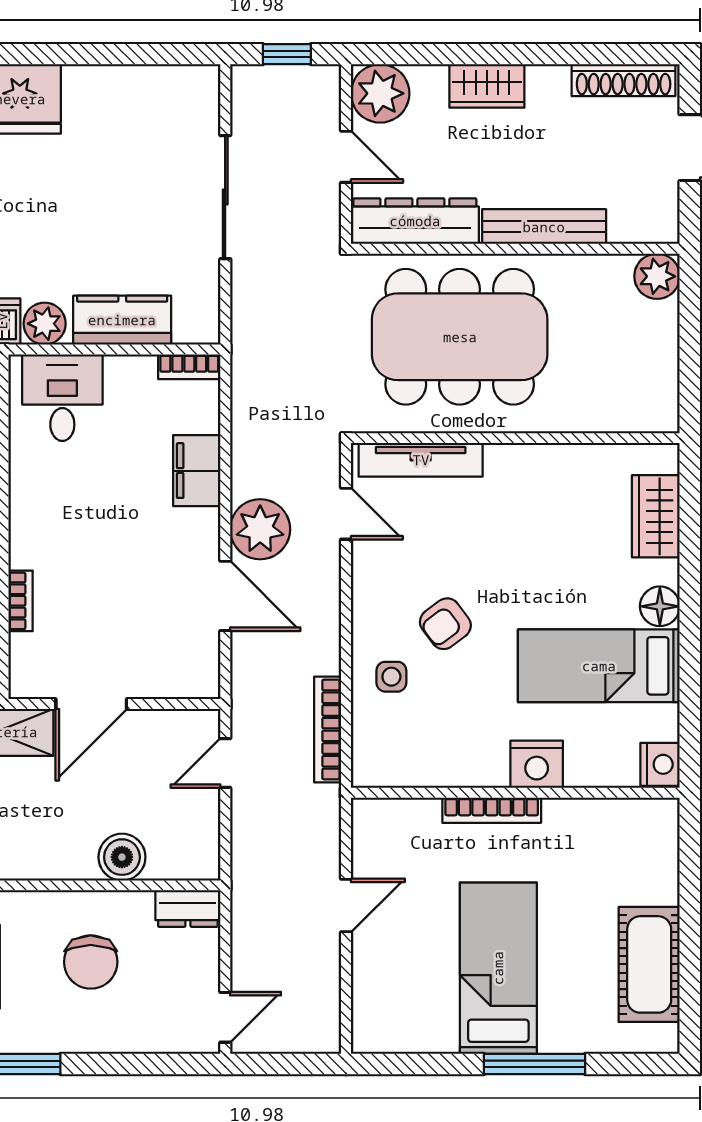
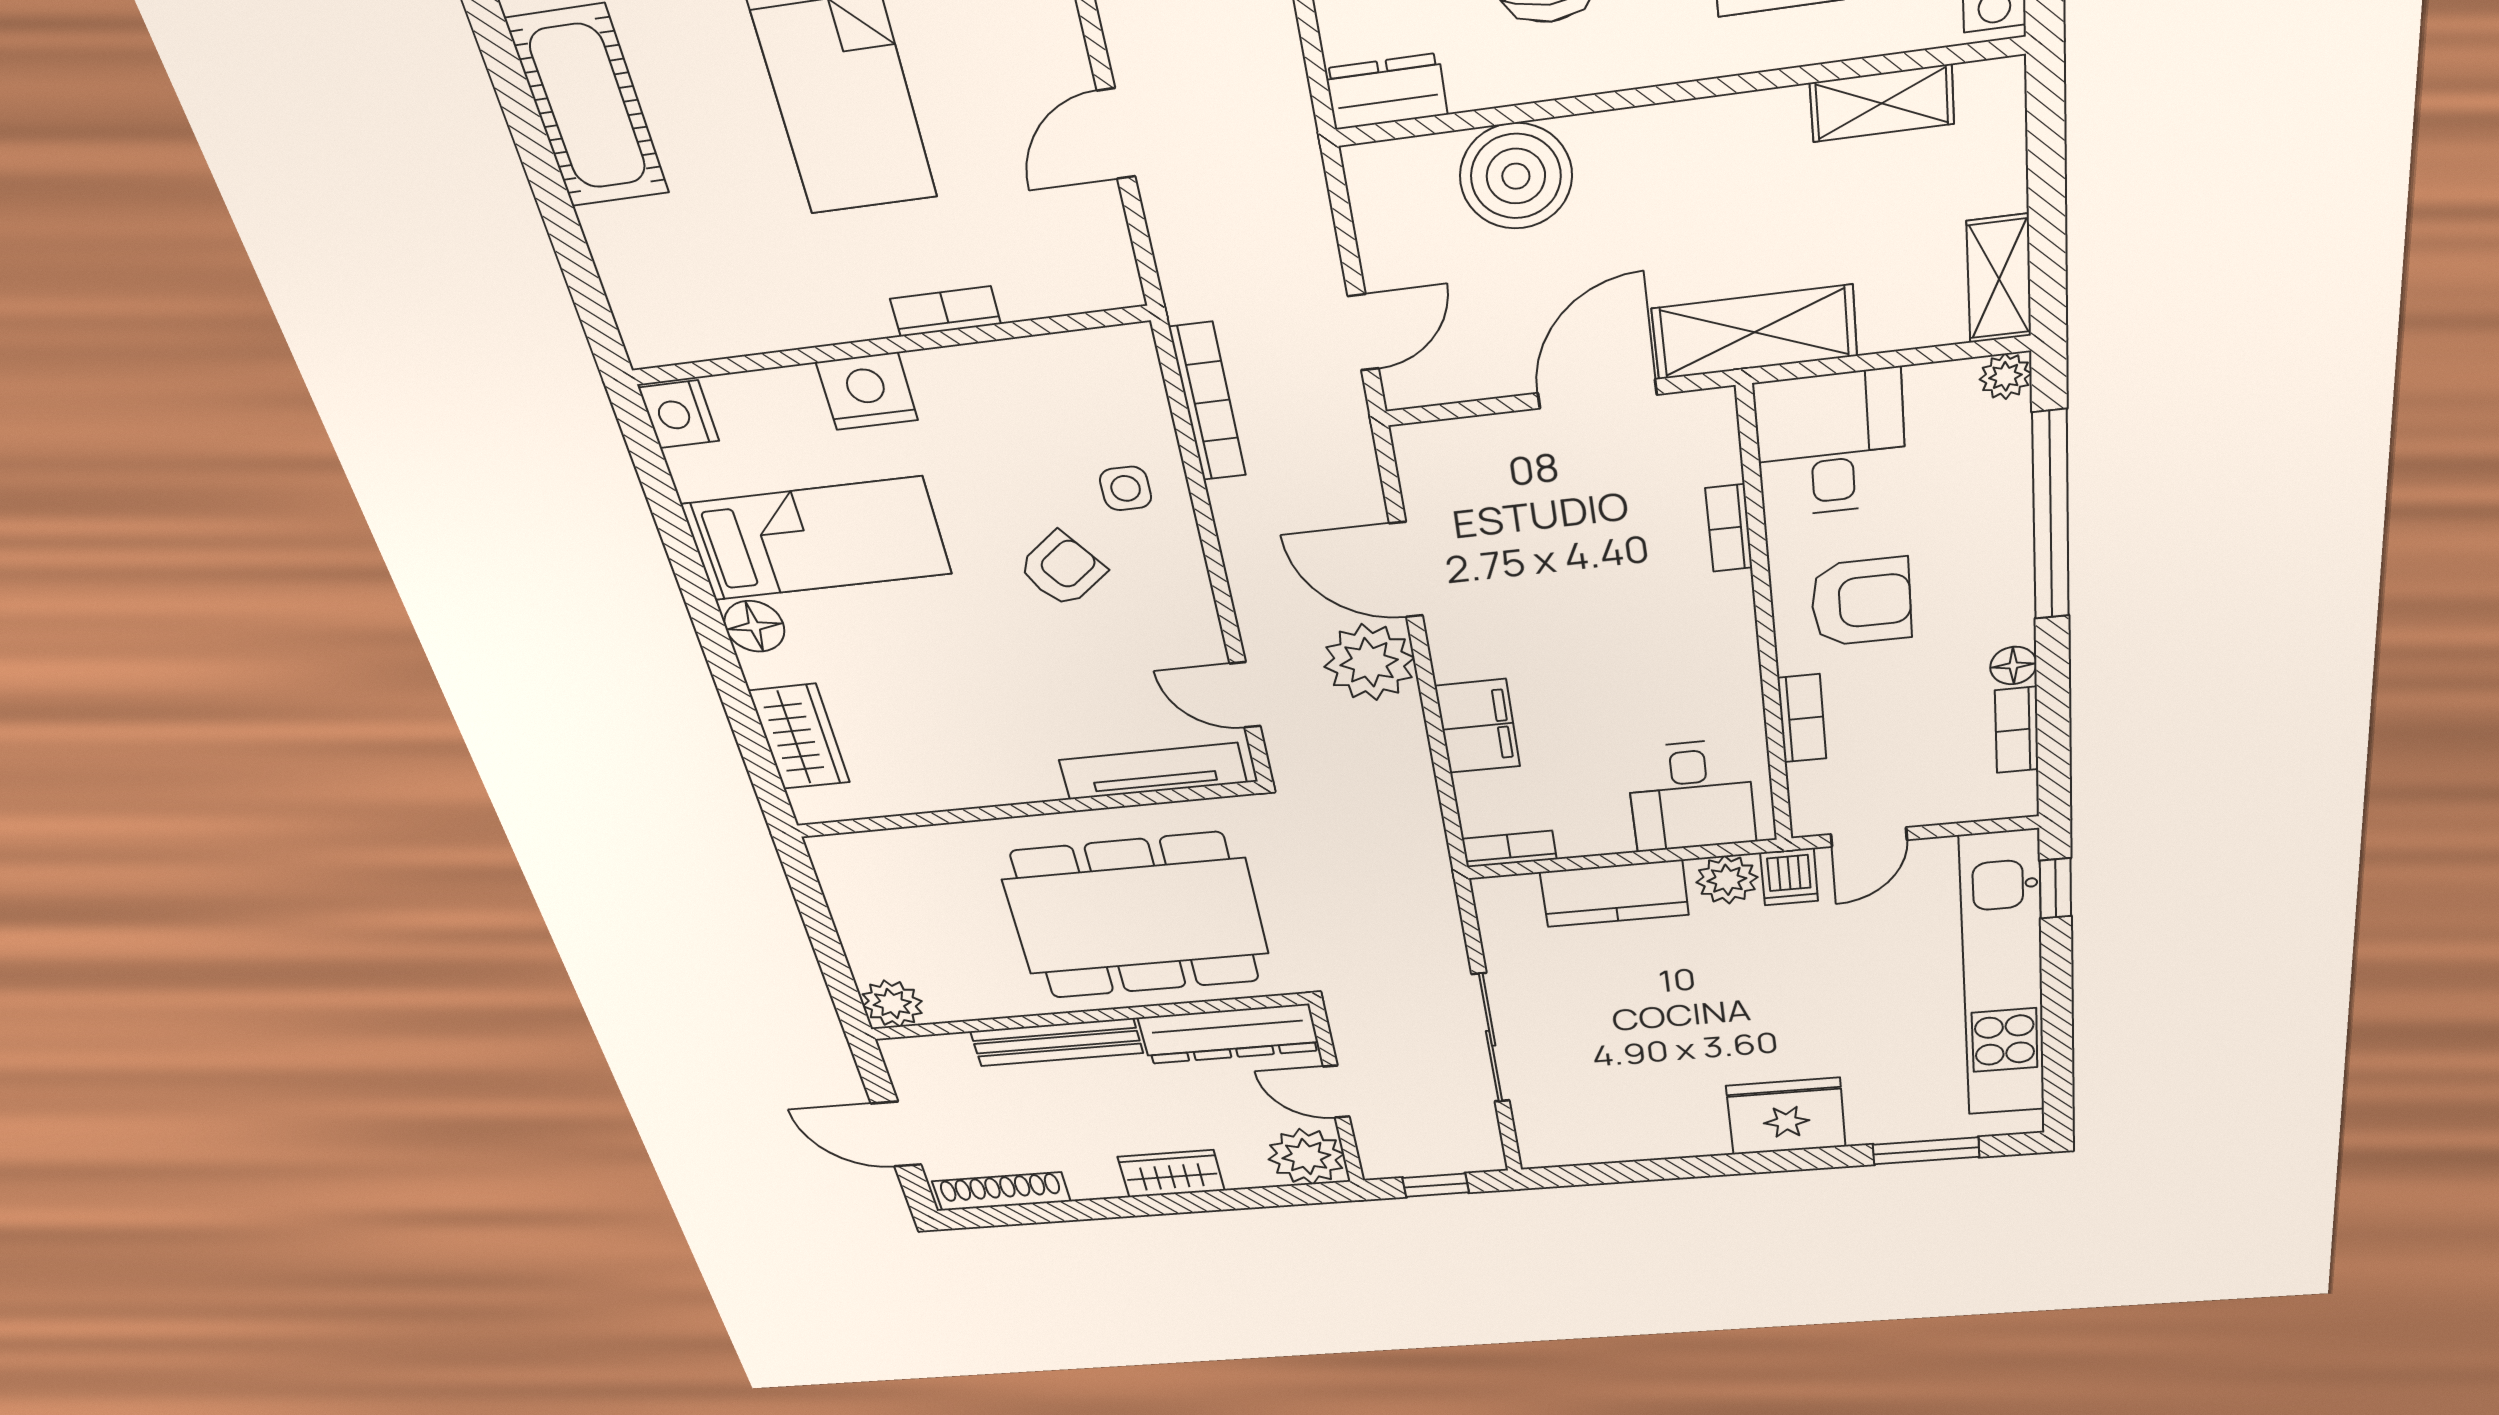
bookcase: (492, 810) -> (945, 311), width x0.64
boiler: (122, 857) -> (1516, 176), width x1.37, depth x1.37

